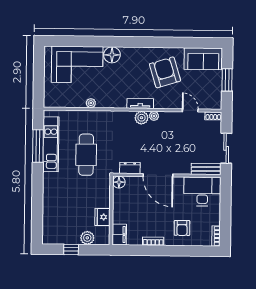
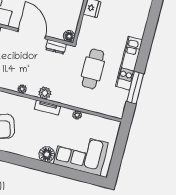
tv unit: (140, 103) -> (48, 108), moved
plant: (142, 118) -> (45, 93), moved
kitchen unit: (51, 144) -> (129, 63), moved

